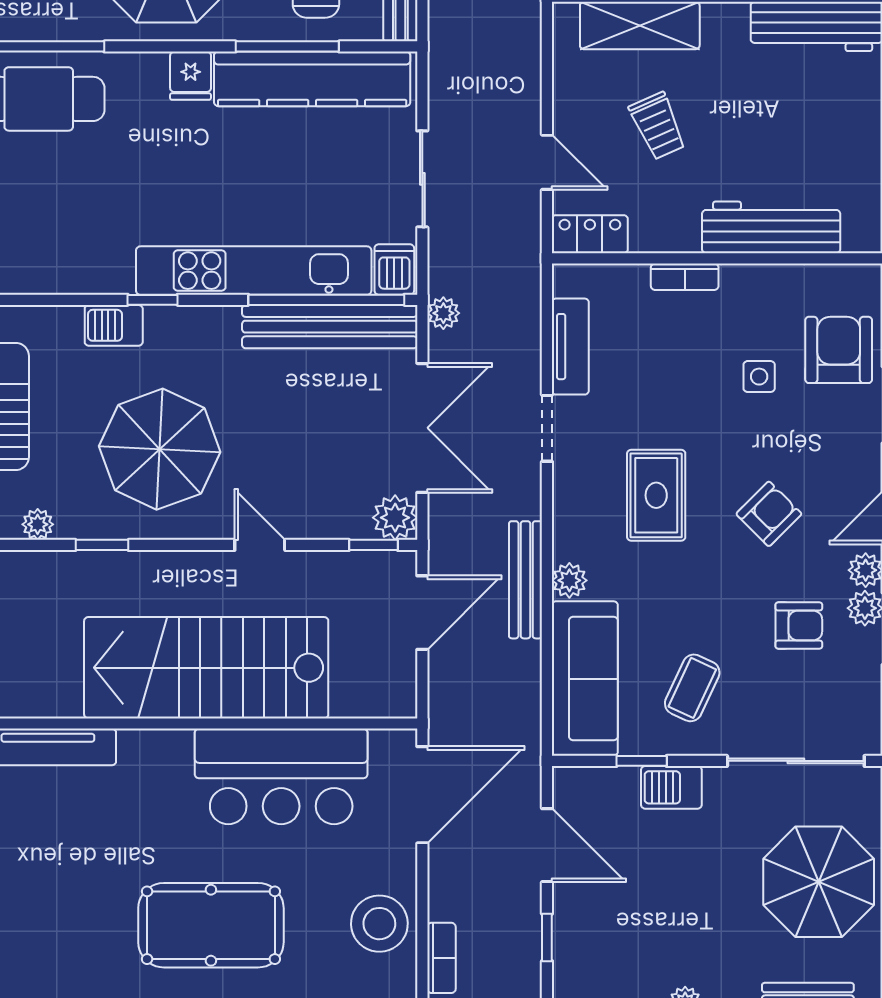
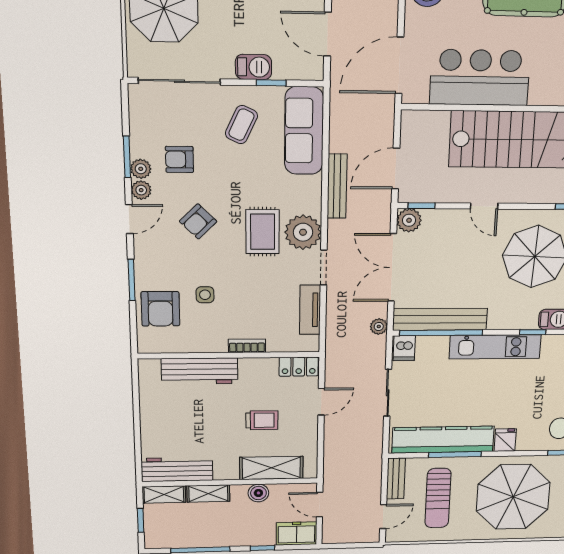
trolley: (658, 126) -> (262, 420), turned 114
door: (547, 162) -> (321, 402), swing flipped
kitchen unit: (254, 271) -> (495, 347), width x0.73
plant: (569, 580) -> (303, 232), moved, width x1.88, depth x1.88

